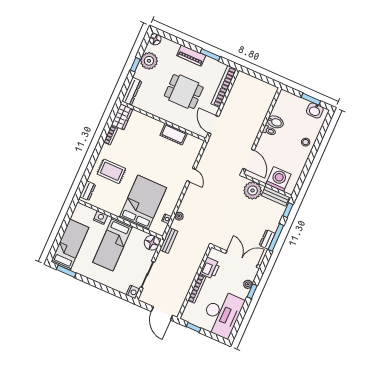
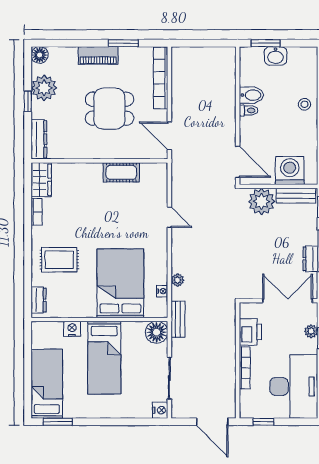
window: (311, 99) -> (266, 43), moved
washbasin: (315, 110) -> (276, 56), moved

